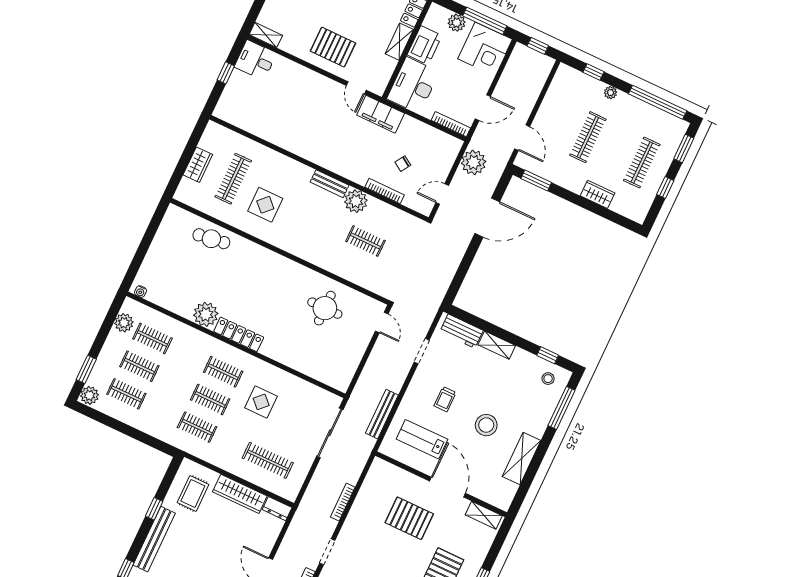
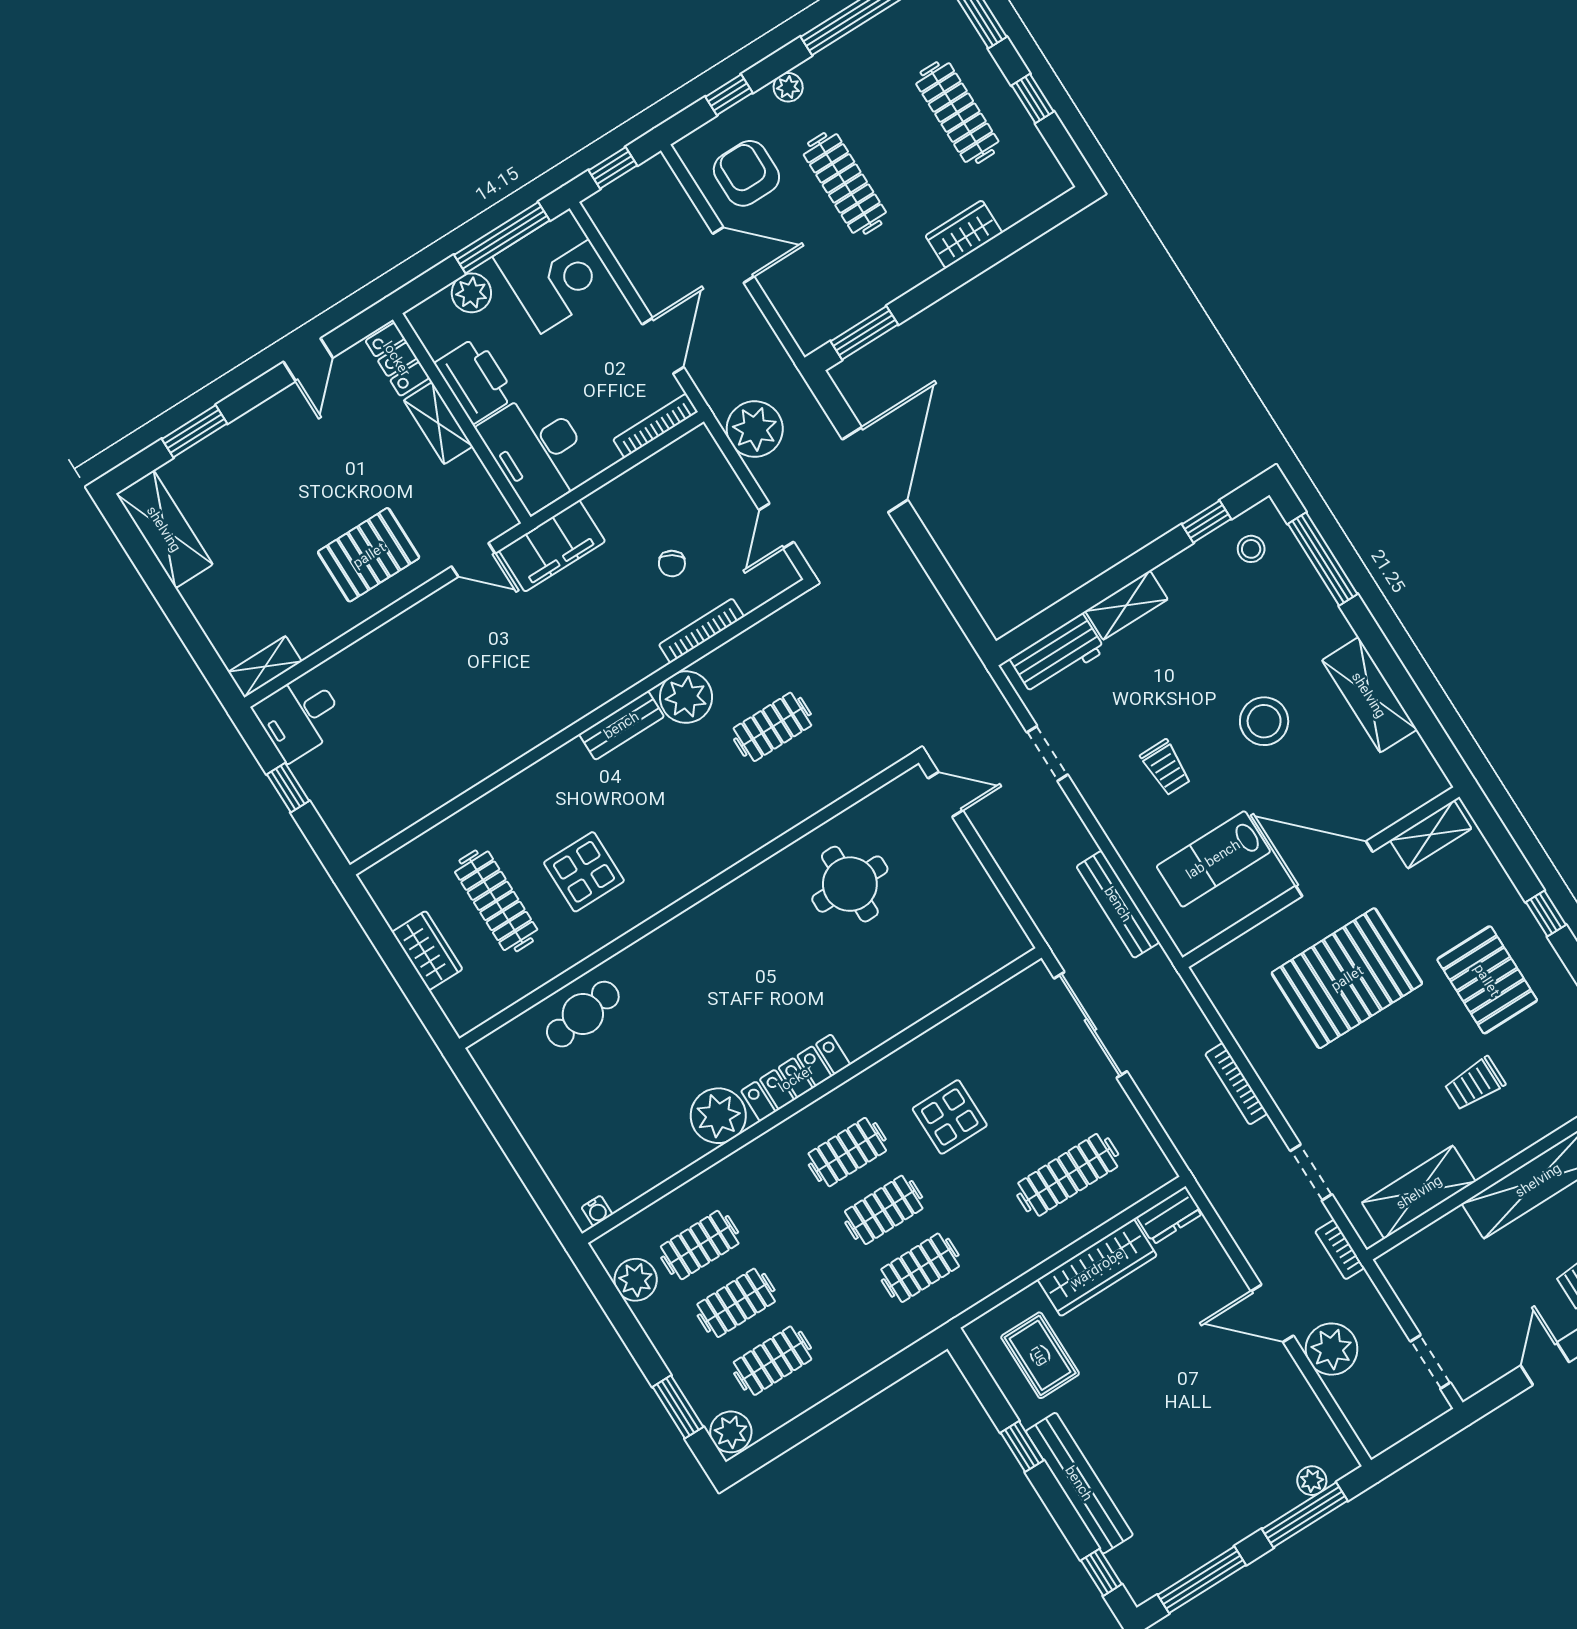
armchair: (568, 98) -> (746, 173), added
door: (522, 138) -> (733, 255), moved
pallet: (409, 518) -> (1347, 978), width x1.37, depth x1.41

